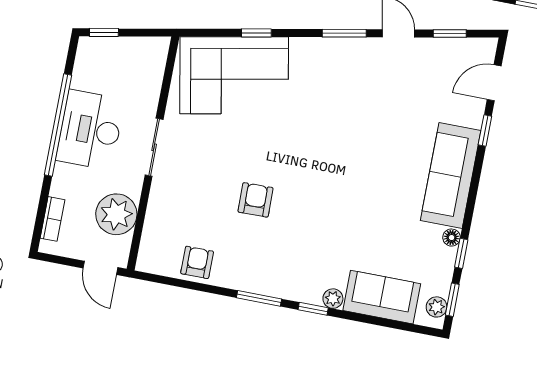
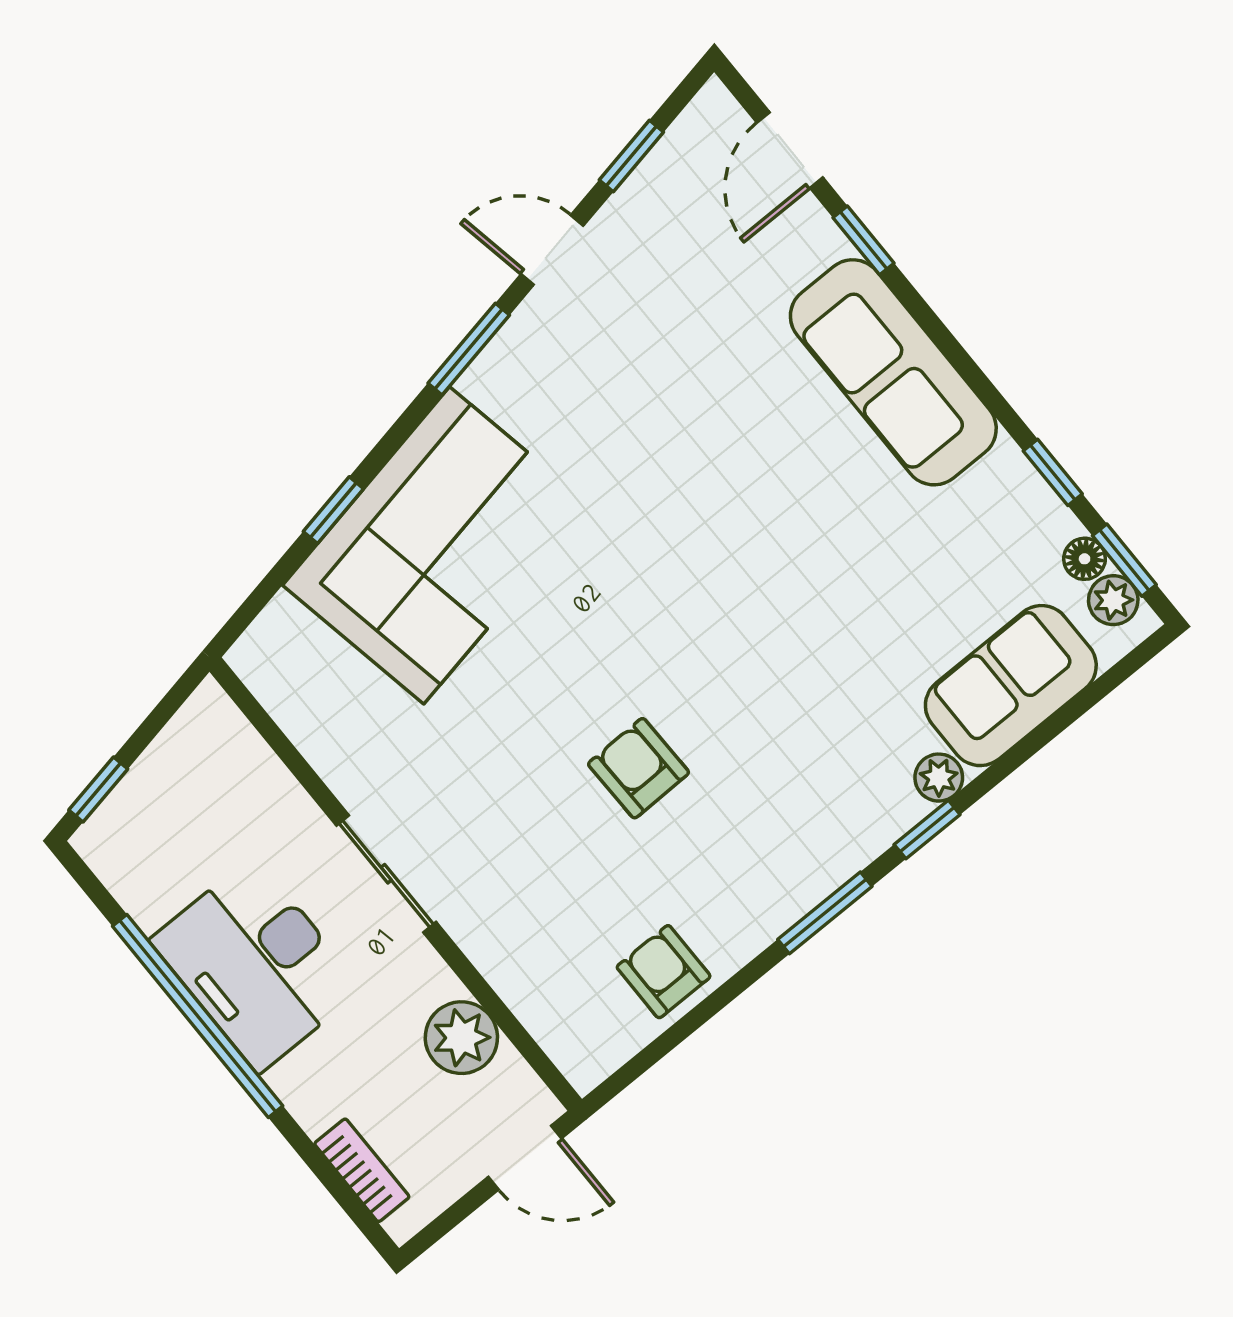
corner sofa: (234, 75) -> (437, 545), moved
plant: (116, 214) -> (461, 1038), width x0.73, depth x0.73
floor lamp: (452, 238) -> (1085, 559), moved

